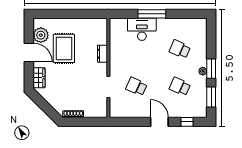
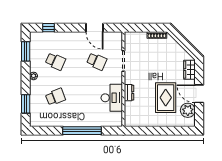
window: (152, 14) -> (82, 131), width x1.46
desk: (142, 29) -> (112, 98), moved, turned -90
school desk: (180, 49) -> (55, 97), turned -45
window: (211, 69) -> (26, 104), moved
door: (159, 122) -> (94, 28), moved

